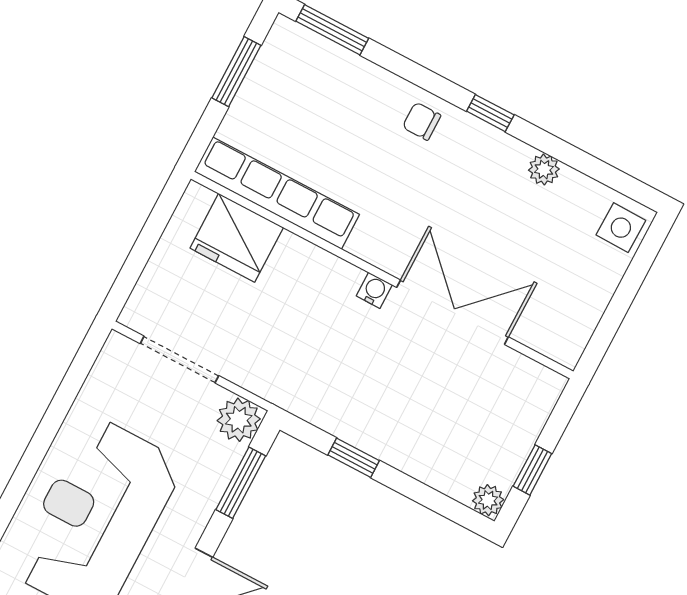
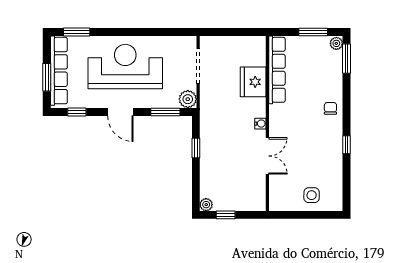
window: (490, 113) -> (347, 145), moved
plant: (544, 170) -> (336, 43), moved
side table: (621, 228) -> (312, 195), moved
fridge: (237, 238) -> (253, 82), moved
double door: (453, 312) -> (267, 156), width x0.73

